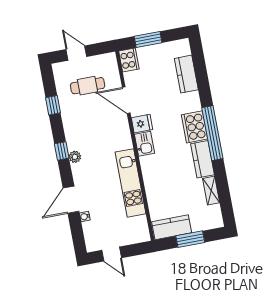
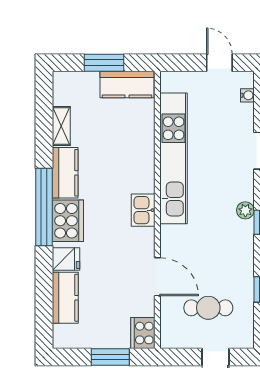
fridge: (142, 124) -> (66, 259), moved, turned 180
kitchen unit: (131, 183) -> (174, 158), width x1.36
water cooler: (85, 217) -> (247, 95), moved

